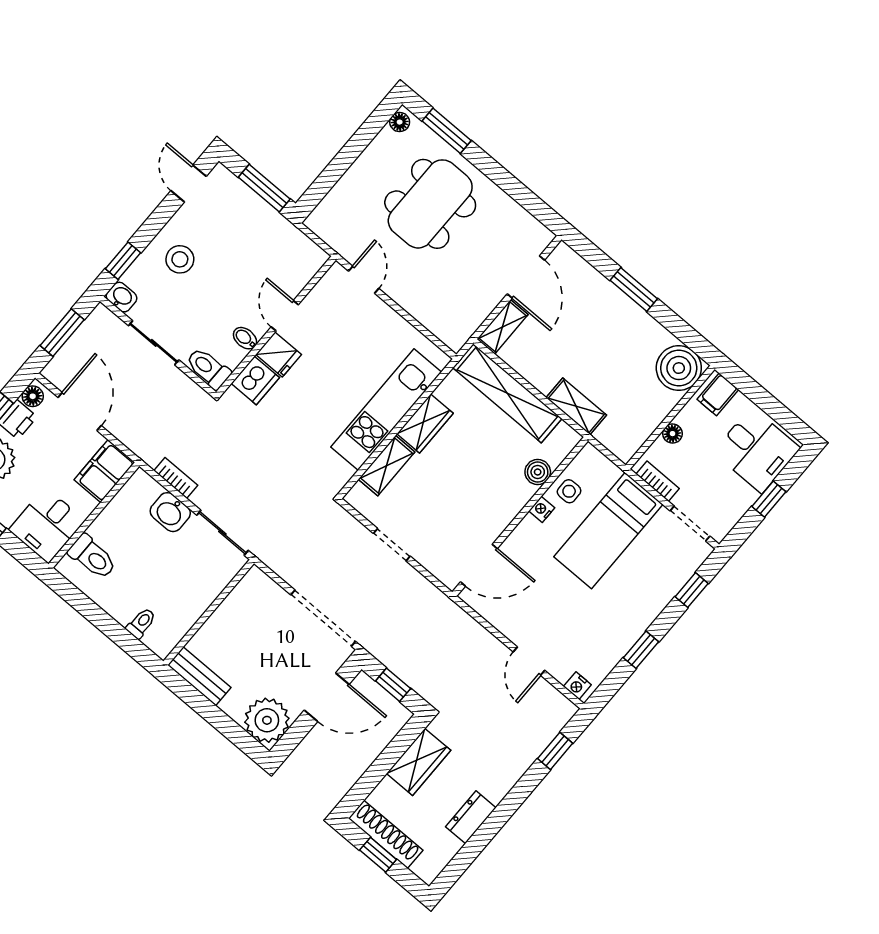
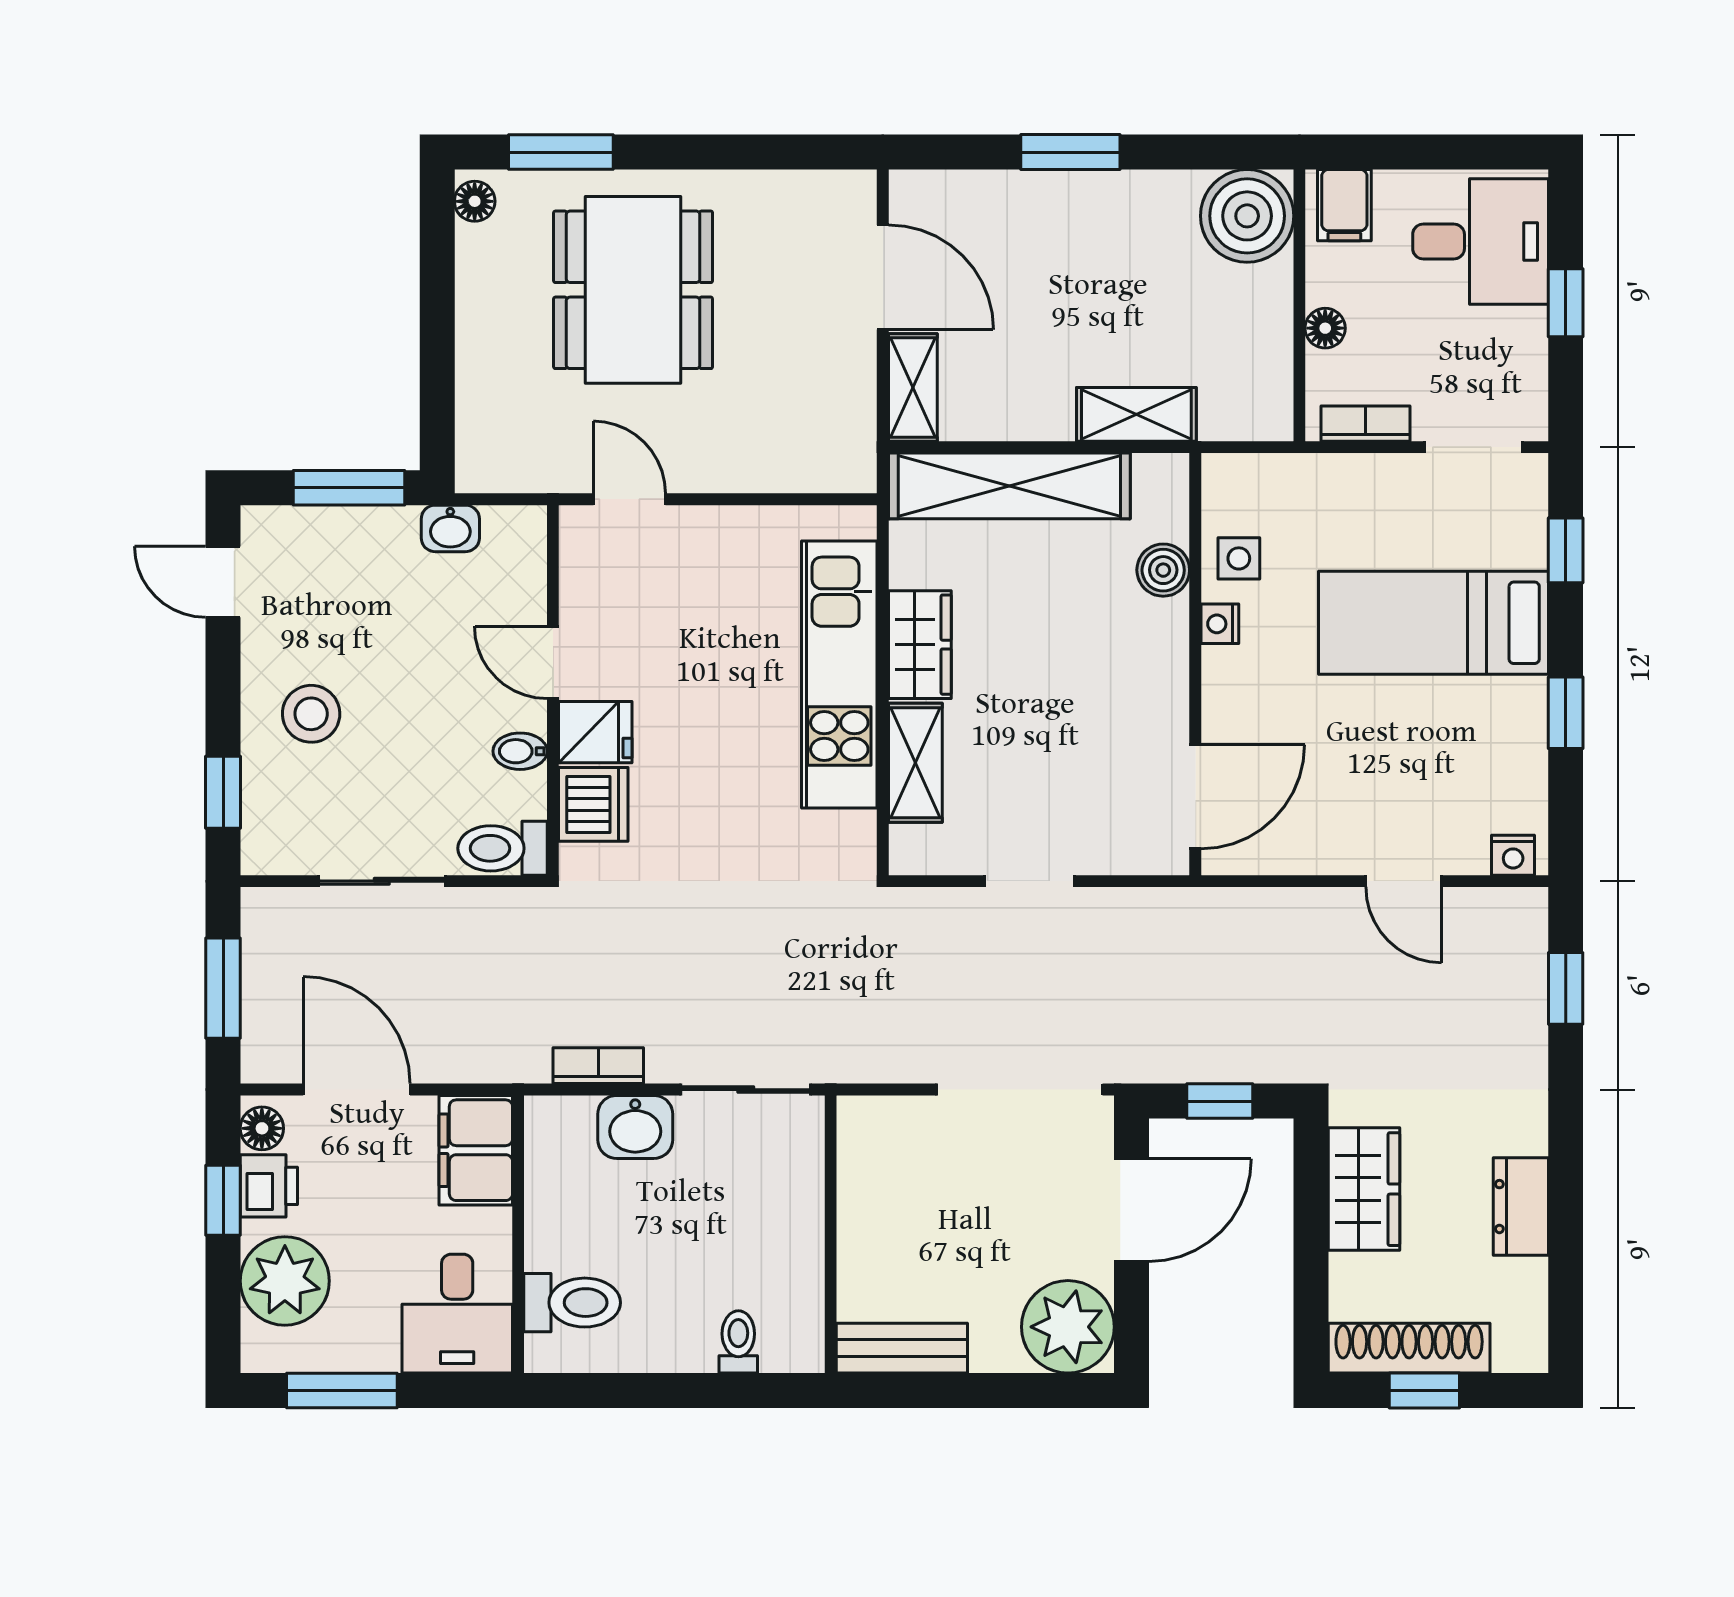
washbasin: (122, 297) -> (450, 528), moved, turned 180
bed: (608, 530) -> (1433, 623), moved, turned 90

